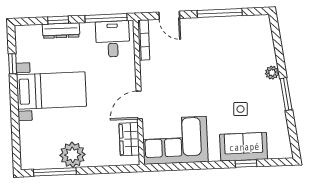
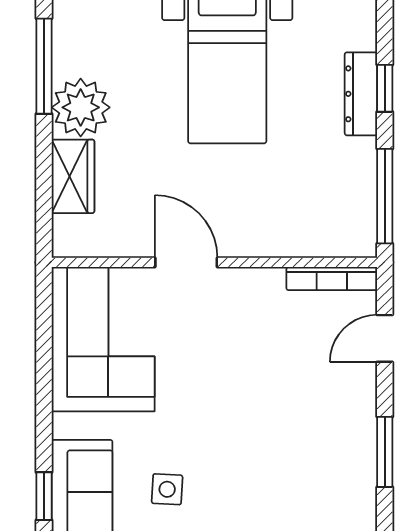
window: (220, 13) -> (385, 452), width x0.69
desk: (113, 39) -> (337, 209), removed
wardrobe: (129, 139) -> (73, 176), moved, turned 90

